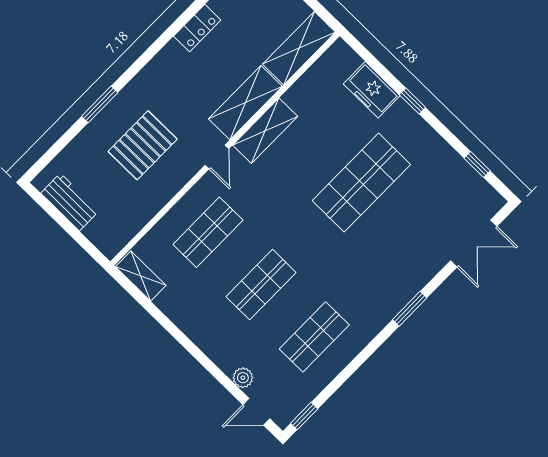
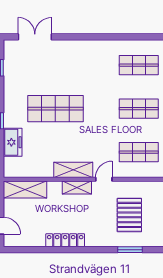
locker: (197, 28) -> (65, 240), width x1.53
shelving: (245, 103) -> (77, 187), width x0.67, depth x0.75
pallet: (143, 145) -> (129, 215), turned 90
window: (410, 309) -> (88, 37), removed

